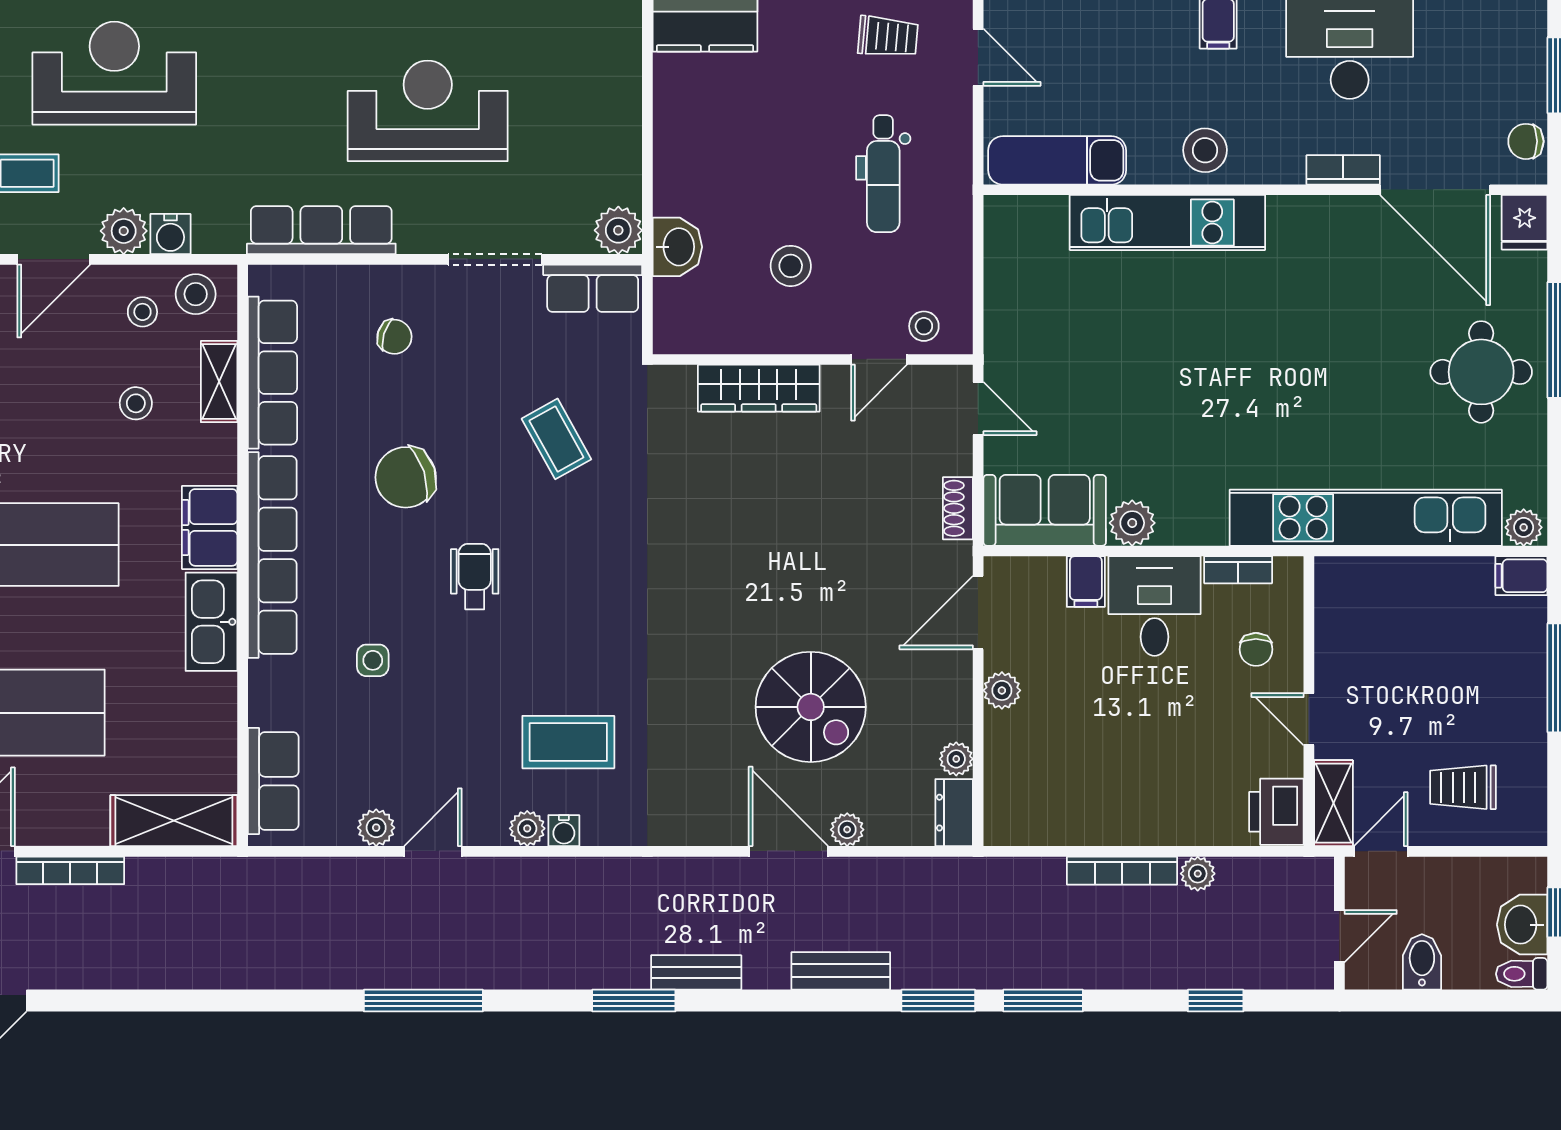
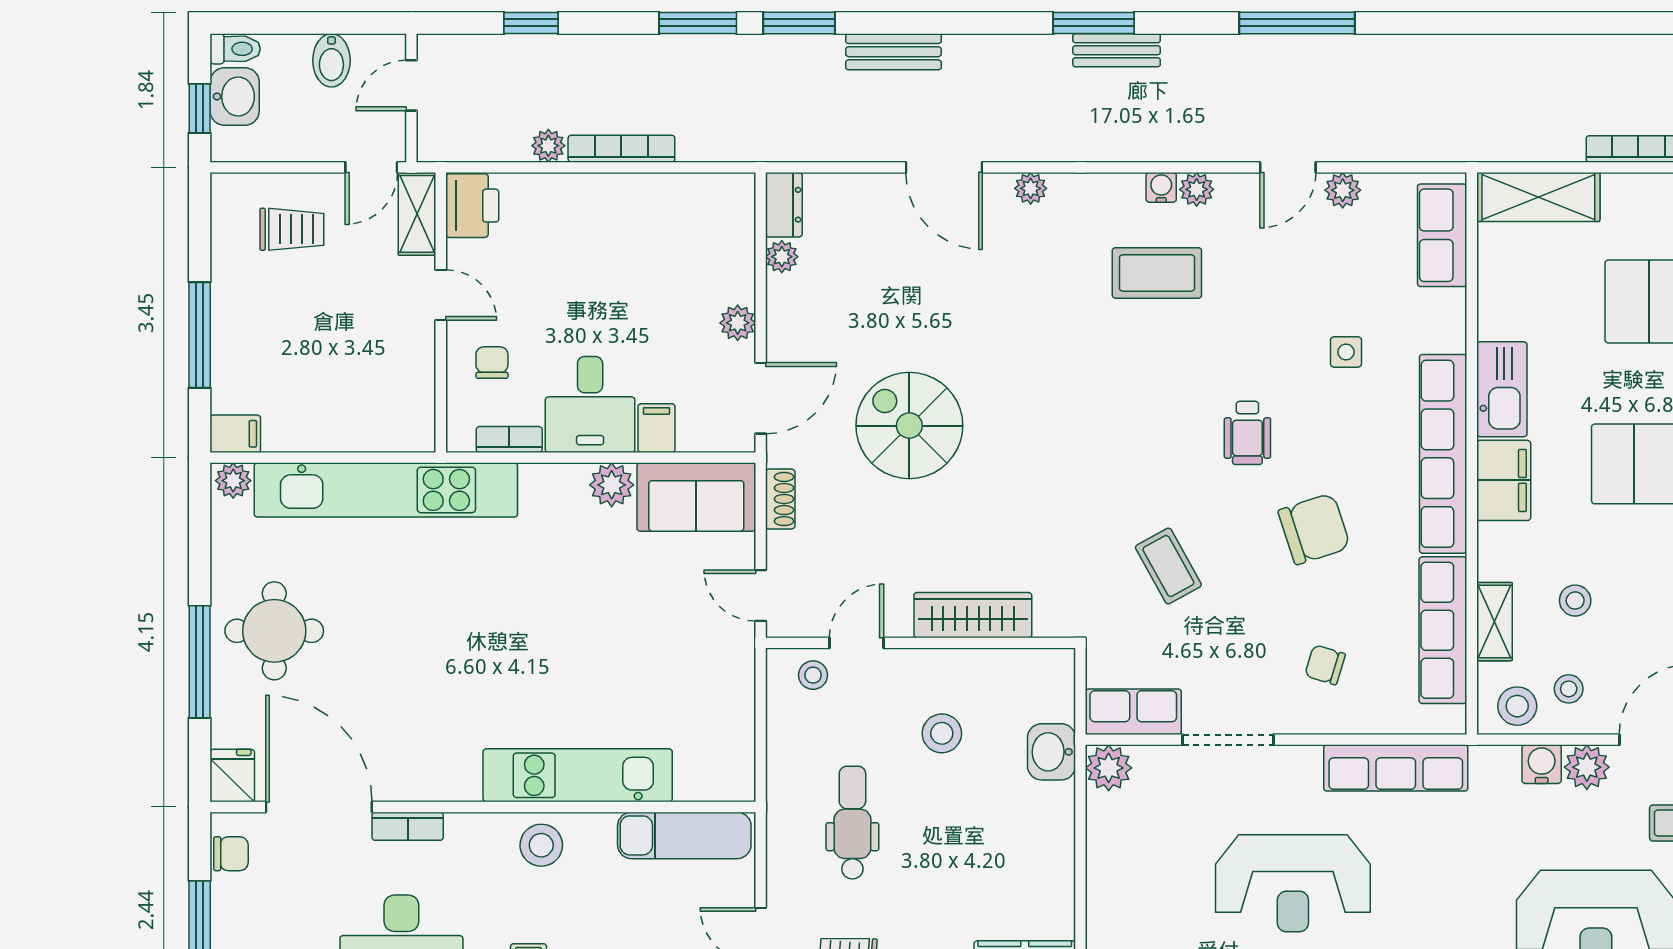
spiral stairs: (811, 707) -> (909, 426), moved
plant: (847, 830) -> (1031, 188), moved
bench: (696, 972) -> (1117, 50), moved

